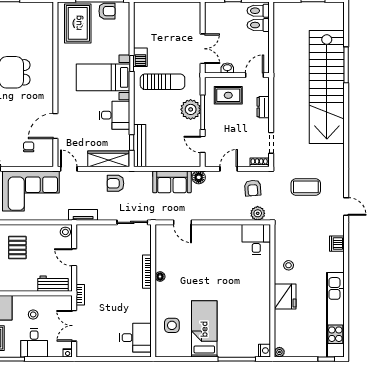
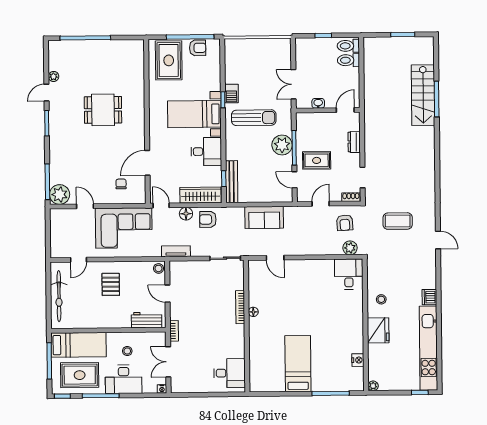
double door: (203, 49) -> (293, 84), swing flipped
stairs: (327, 87) -> (423, 95), width x0.54, depth x0.66
rug: (228, 95) -> (317, 160), moved
floor lamp: (199, 177) -> (186, 214), moved
dishwasher: (337, 244) -> (429, 297), moved
side table: (172, 325) -> (266, 360), removed
desk: (34, 343) -> (124, 379), width x1.37
nightstand: (264, 351) -> (358, 360), moved

